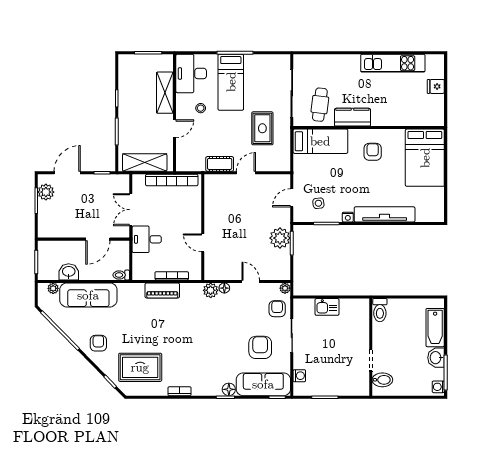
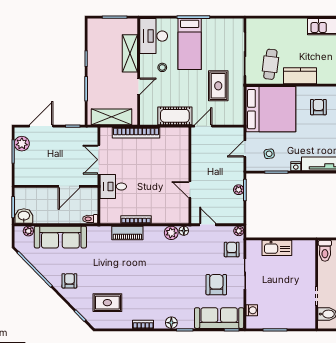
bed: (320, 141) -> (271, 109), width x2.04
cot: (220, 164) -> (175, 116), width x1.37, depth x1.34
wall: (203, 227) -> (190, 175), moved
plant: (280, 238) -> (239, 190), width x0.53, depth x0.53
door: (203, 243) -> (190, 190), moved
washbasin: (69, 272) -> (24, 216), moved
kitchen sink: (327, 307) -> (277, 248), width x1.38
rug: (140, 367) -> (107, 303), width x0.73, depth x0.70
floor lamp: (229, 389) -> (171, 323), moved

